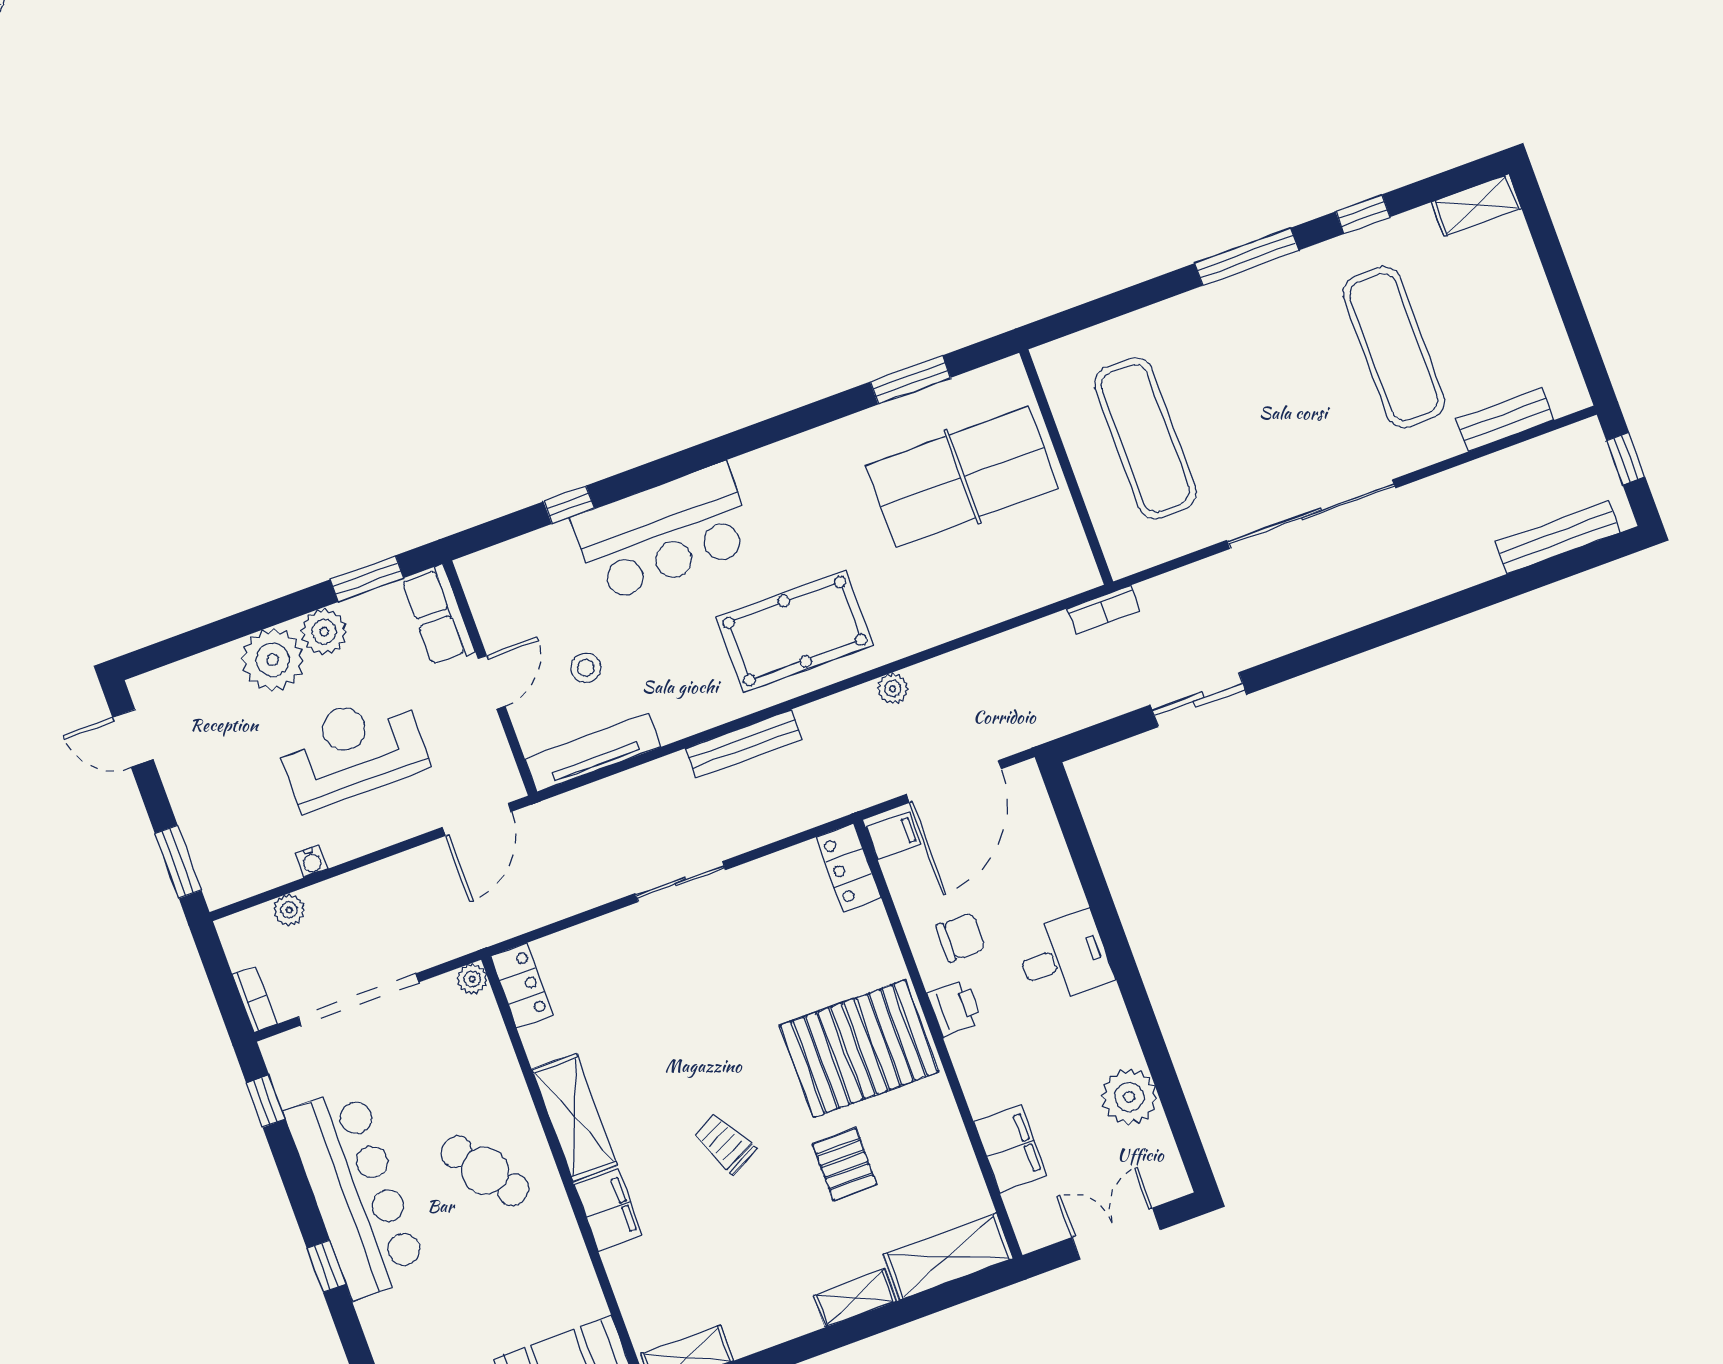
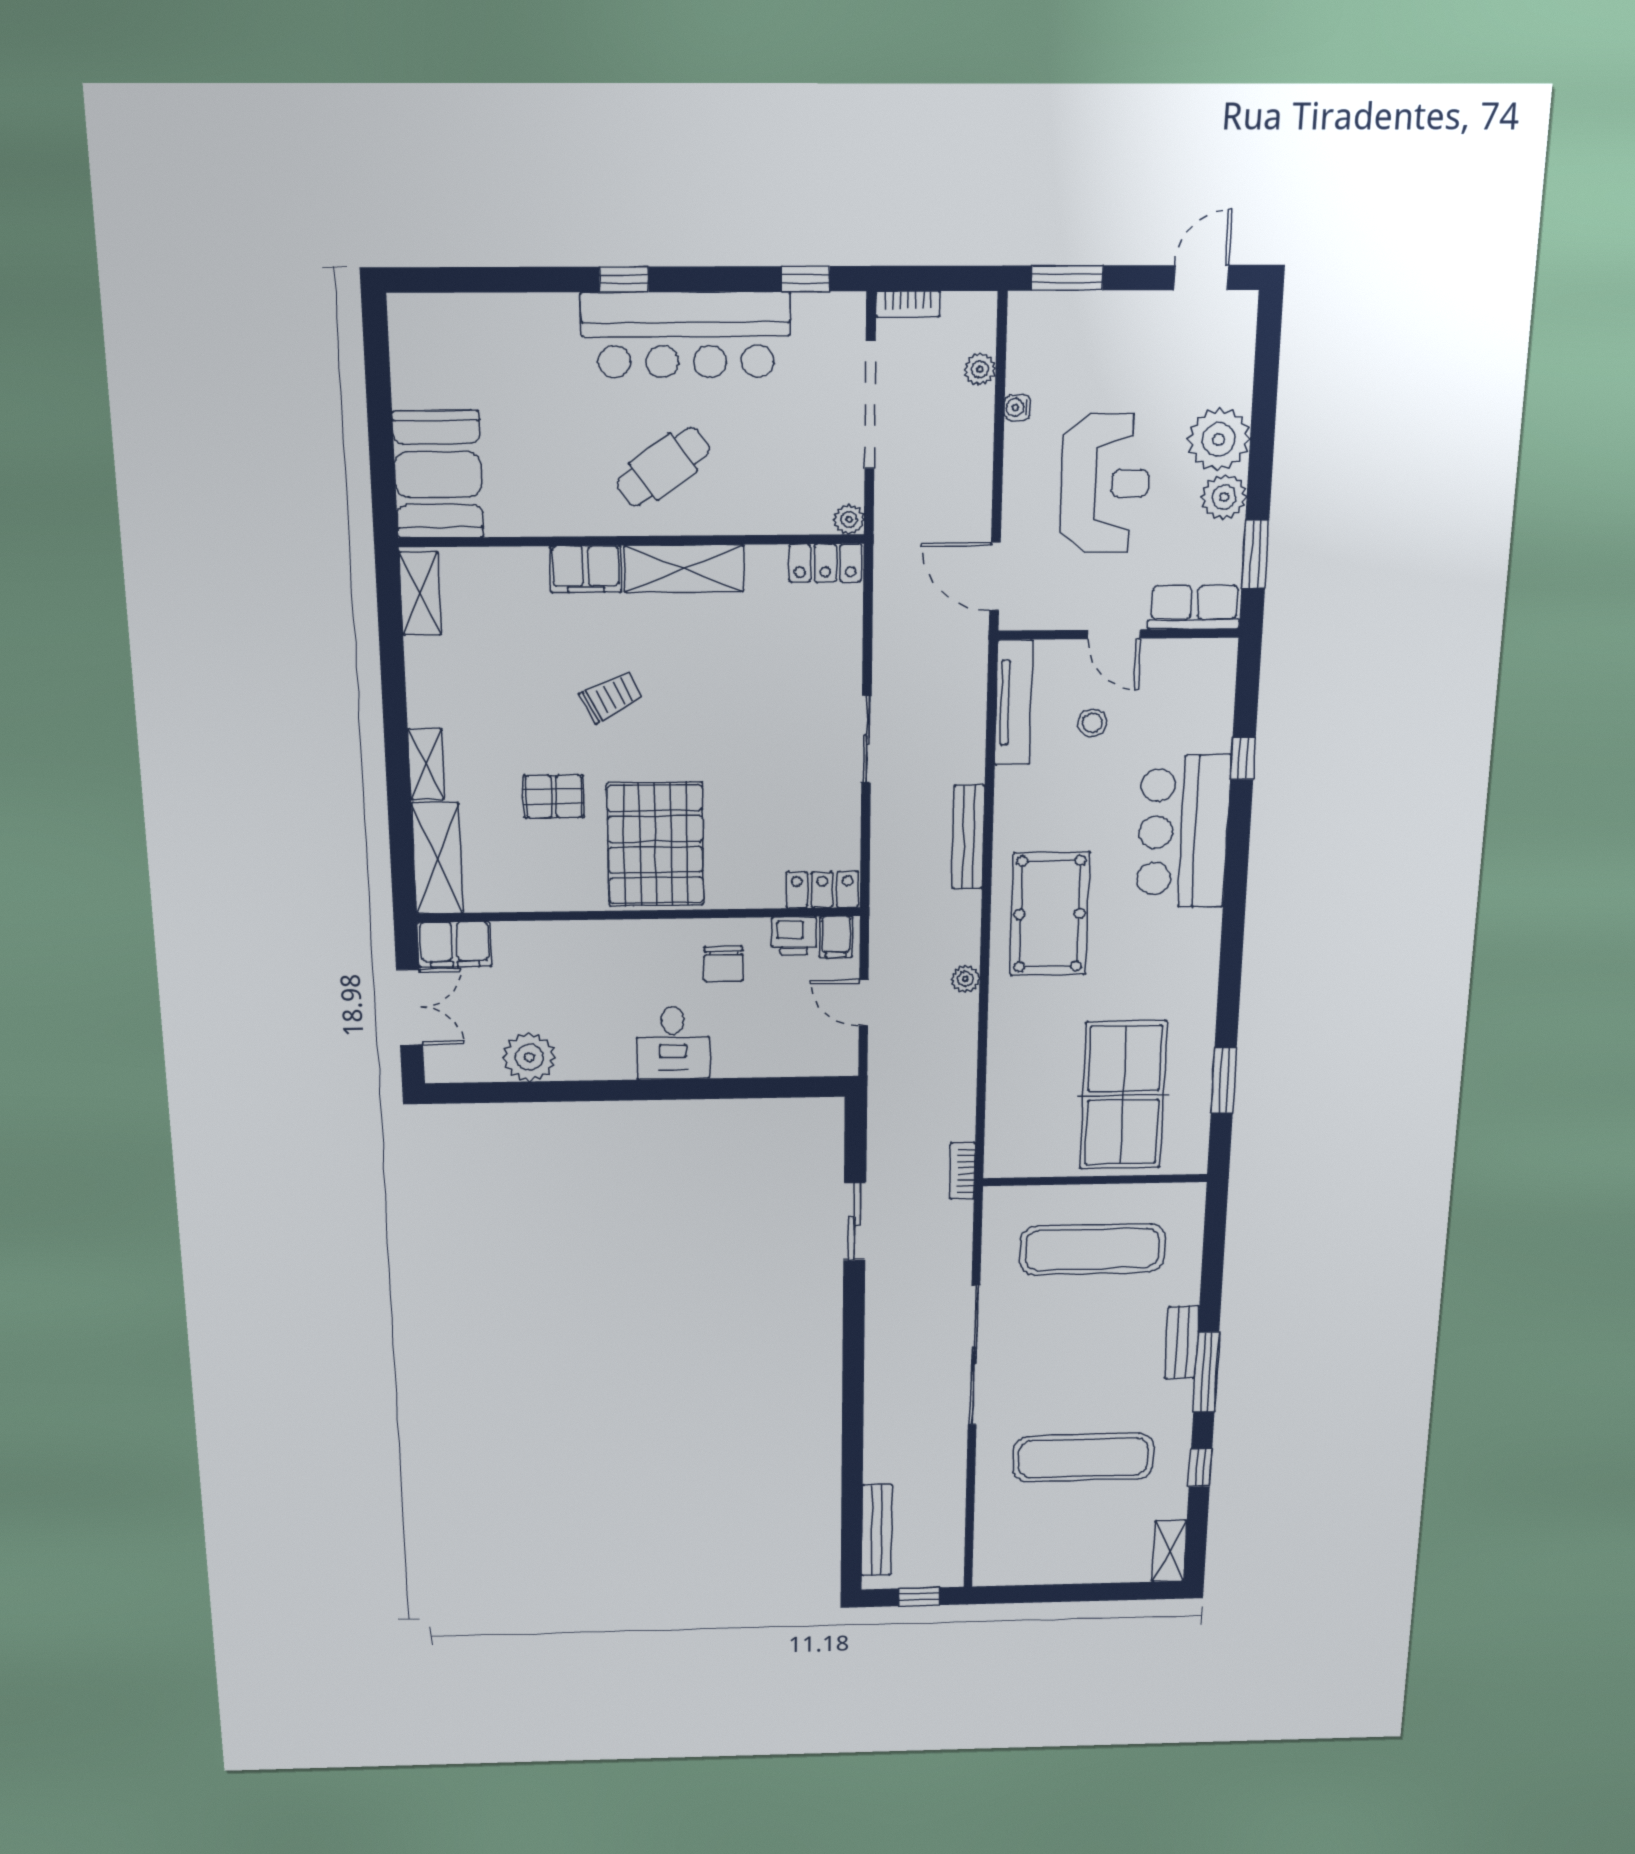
bench: (1505, 419) -> (1182, 1342), moved
door: (954, 782) -> (864, 1003), width x0.53
printer: (955, 1008) -> (794, 936), moved
filing cabinet: (1010, 1149) -> (454, 944), moved

